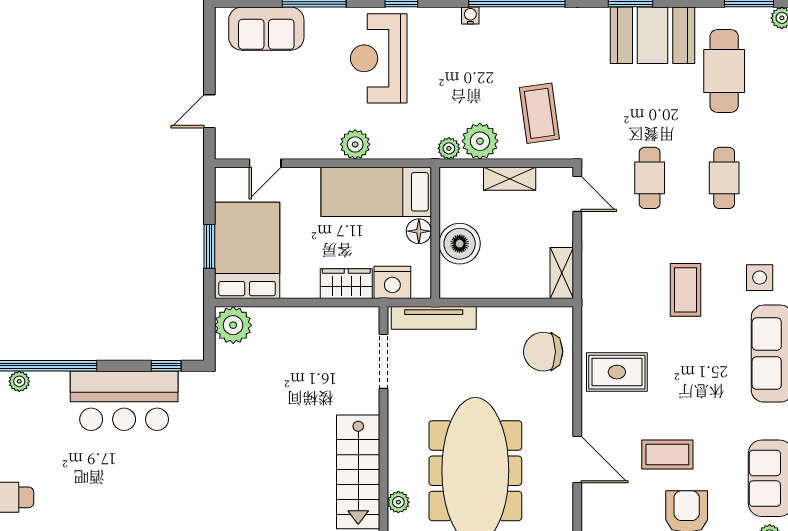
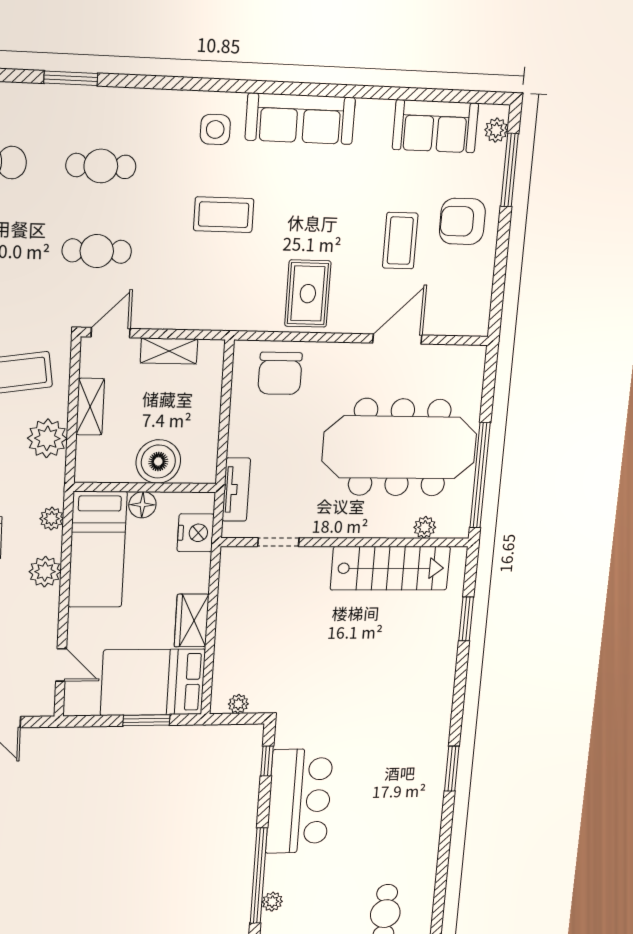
plant: (449, 148) -> (52, 519), moved
shelving: (562, 273) -> (169, 351), moved
wardrobe: (346, 284) -> (192, 620), moved
tv unit: (434, 318) -> (236, 490), width x0.71
plant: (233, 325) -> (238, 704), width x0.53, depth x0.53
doorway: (384, 361) -> (278, 542), width x0.73

